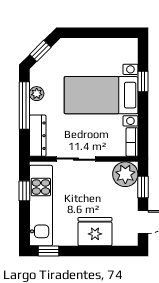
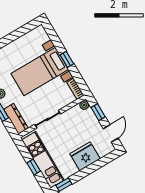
window: (143, 81) -> (67, 59), moved
plant: (125, 174) -> (84, 105), width x0.53, depth x0.53
window: (24, 191) -> (34, 167), moved

